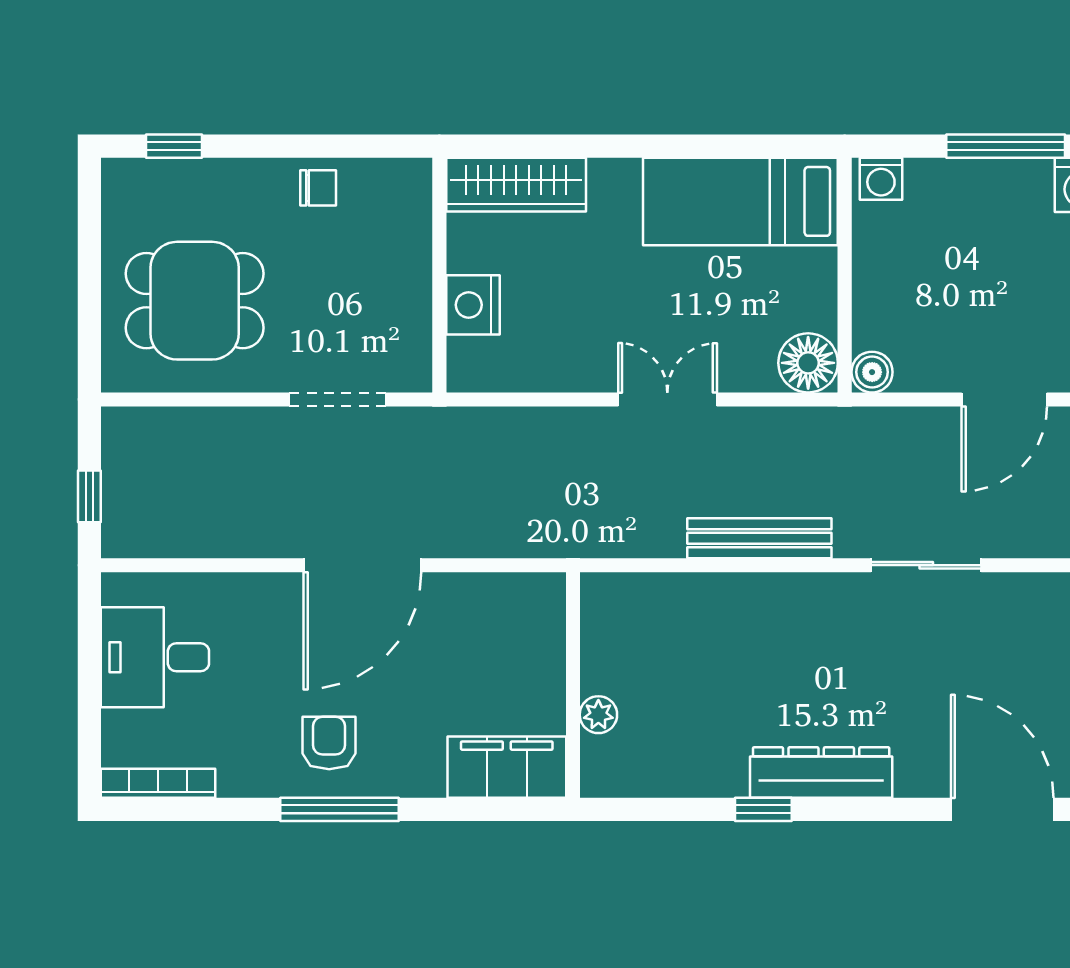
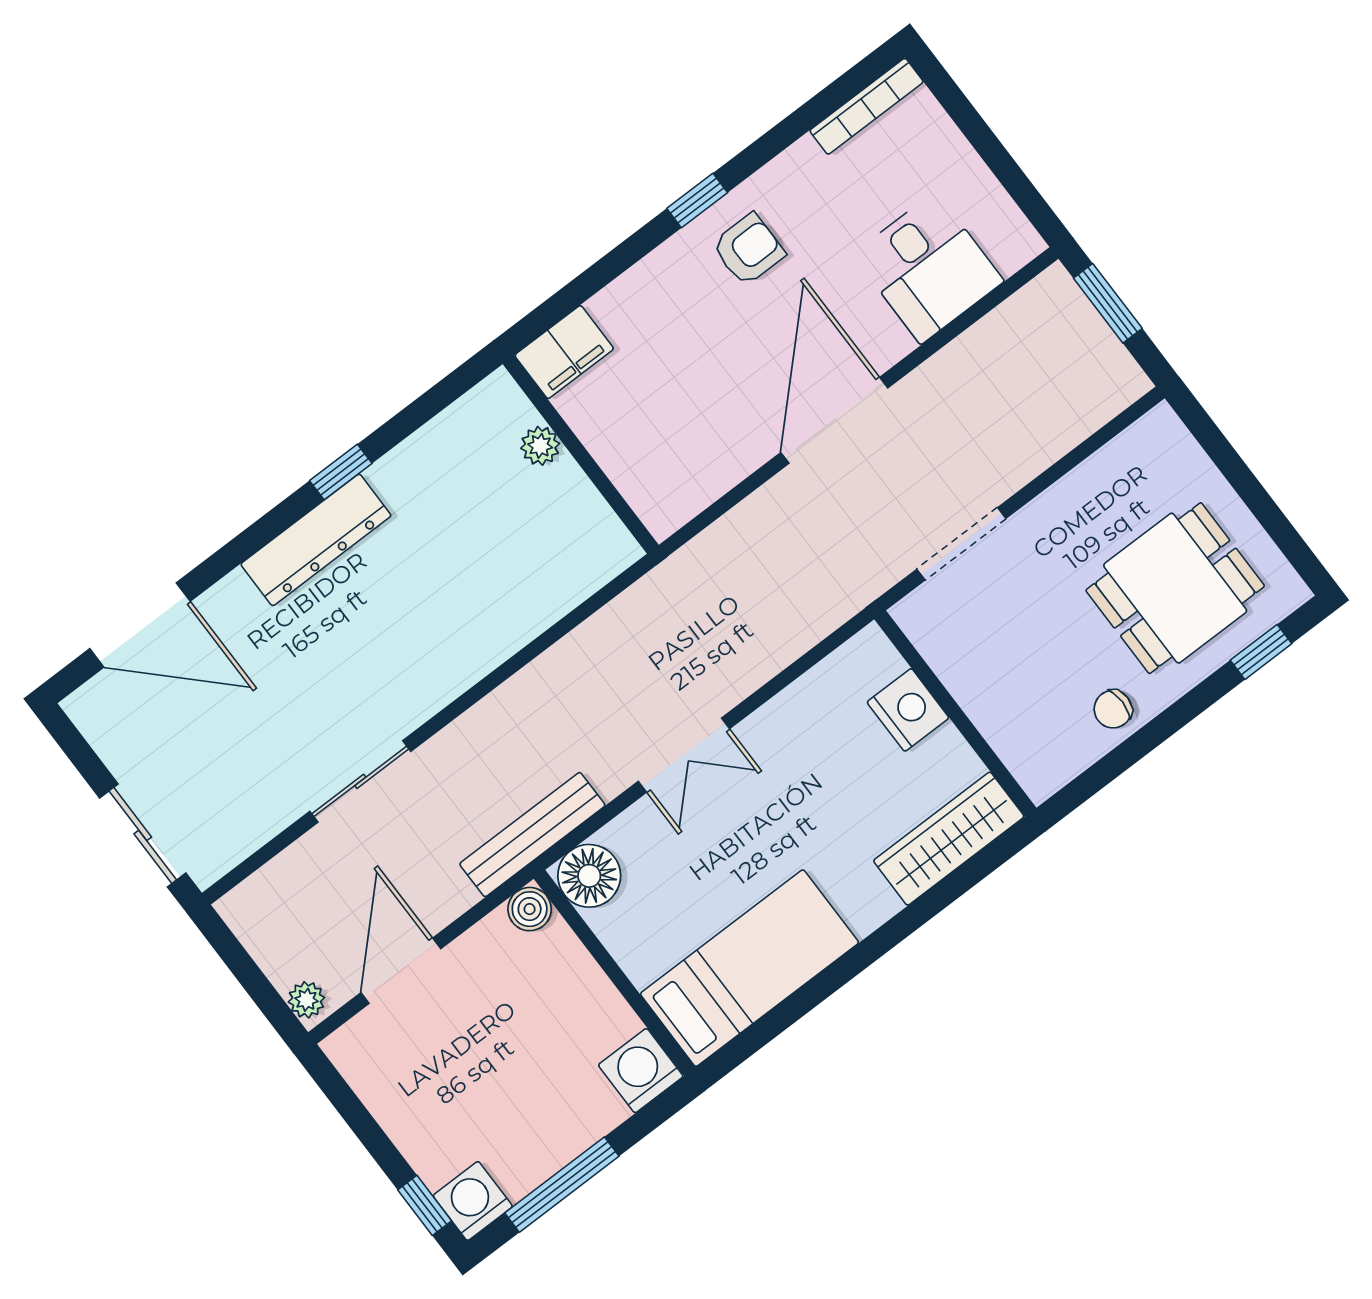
washing machine: (881, 179) -> (641, 1071), width x1.38, depth x1.38
dining table: (195, 301) -> (1175, 588), moved
window: (89, 496) -> (1108, 303), width x1.50
bench: (759, 538) -> (532, 835), moved
desk: (155, 657) -> (928, 268), moved, turned 90
armchair: (329, 743) -> (748, 249), turned -90
filing cabinet: (507, 767) -> (564, 352), width x0.67, depth x0.86
window: (340, 809) -> (697, 201), width x0.46

